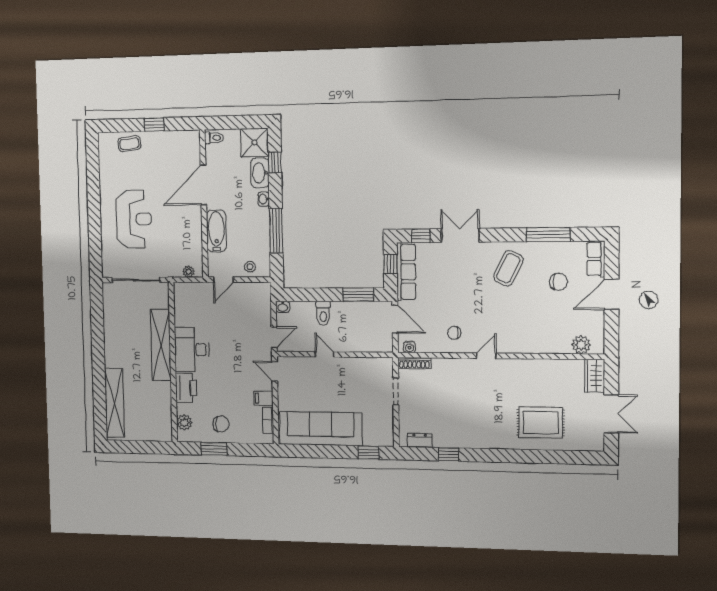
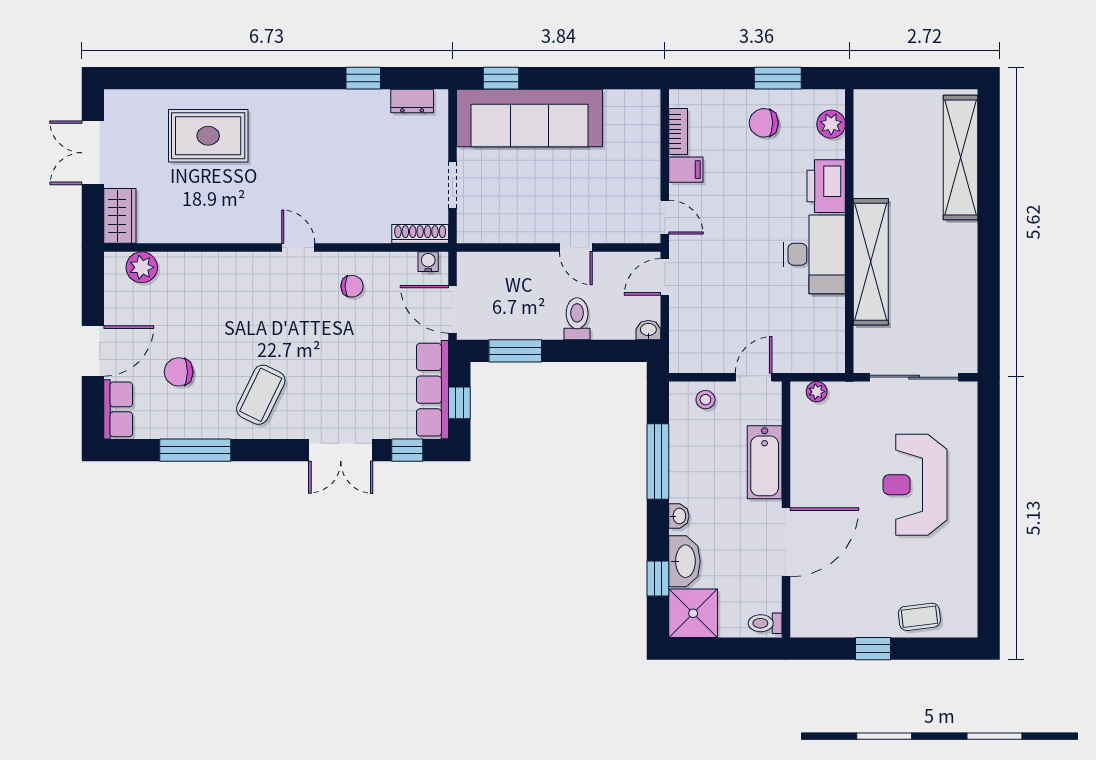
door: (486, 356) -> (298, 248), swing flipped
sofa: (321, 429) -> (529, 118), moved

